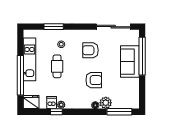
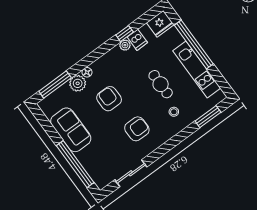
window: (54, 27) -> (208, 117), moved
sliding door: (113, 27) -> (131, 173), width x0.73
sofa: (130, 62) -> (71, 130), moved
armchair: (94, 80) -> (109, 99), turned 90

